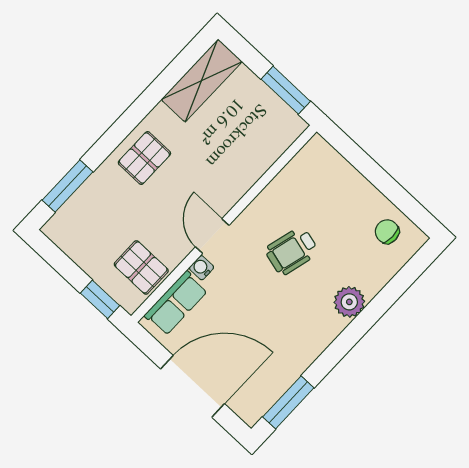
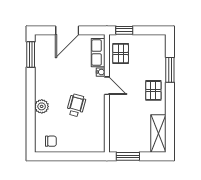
window: (68, 186) -> (170, 70), moved
pallet: (141, 267) -> (121, 54), turned 90
door: (193, 386) -> (67, 30), width x0.73

